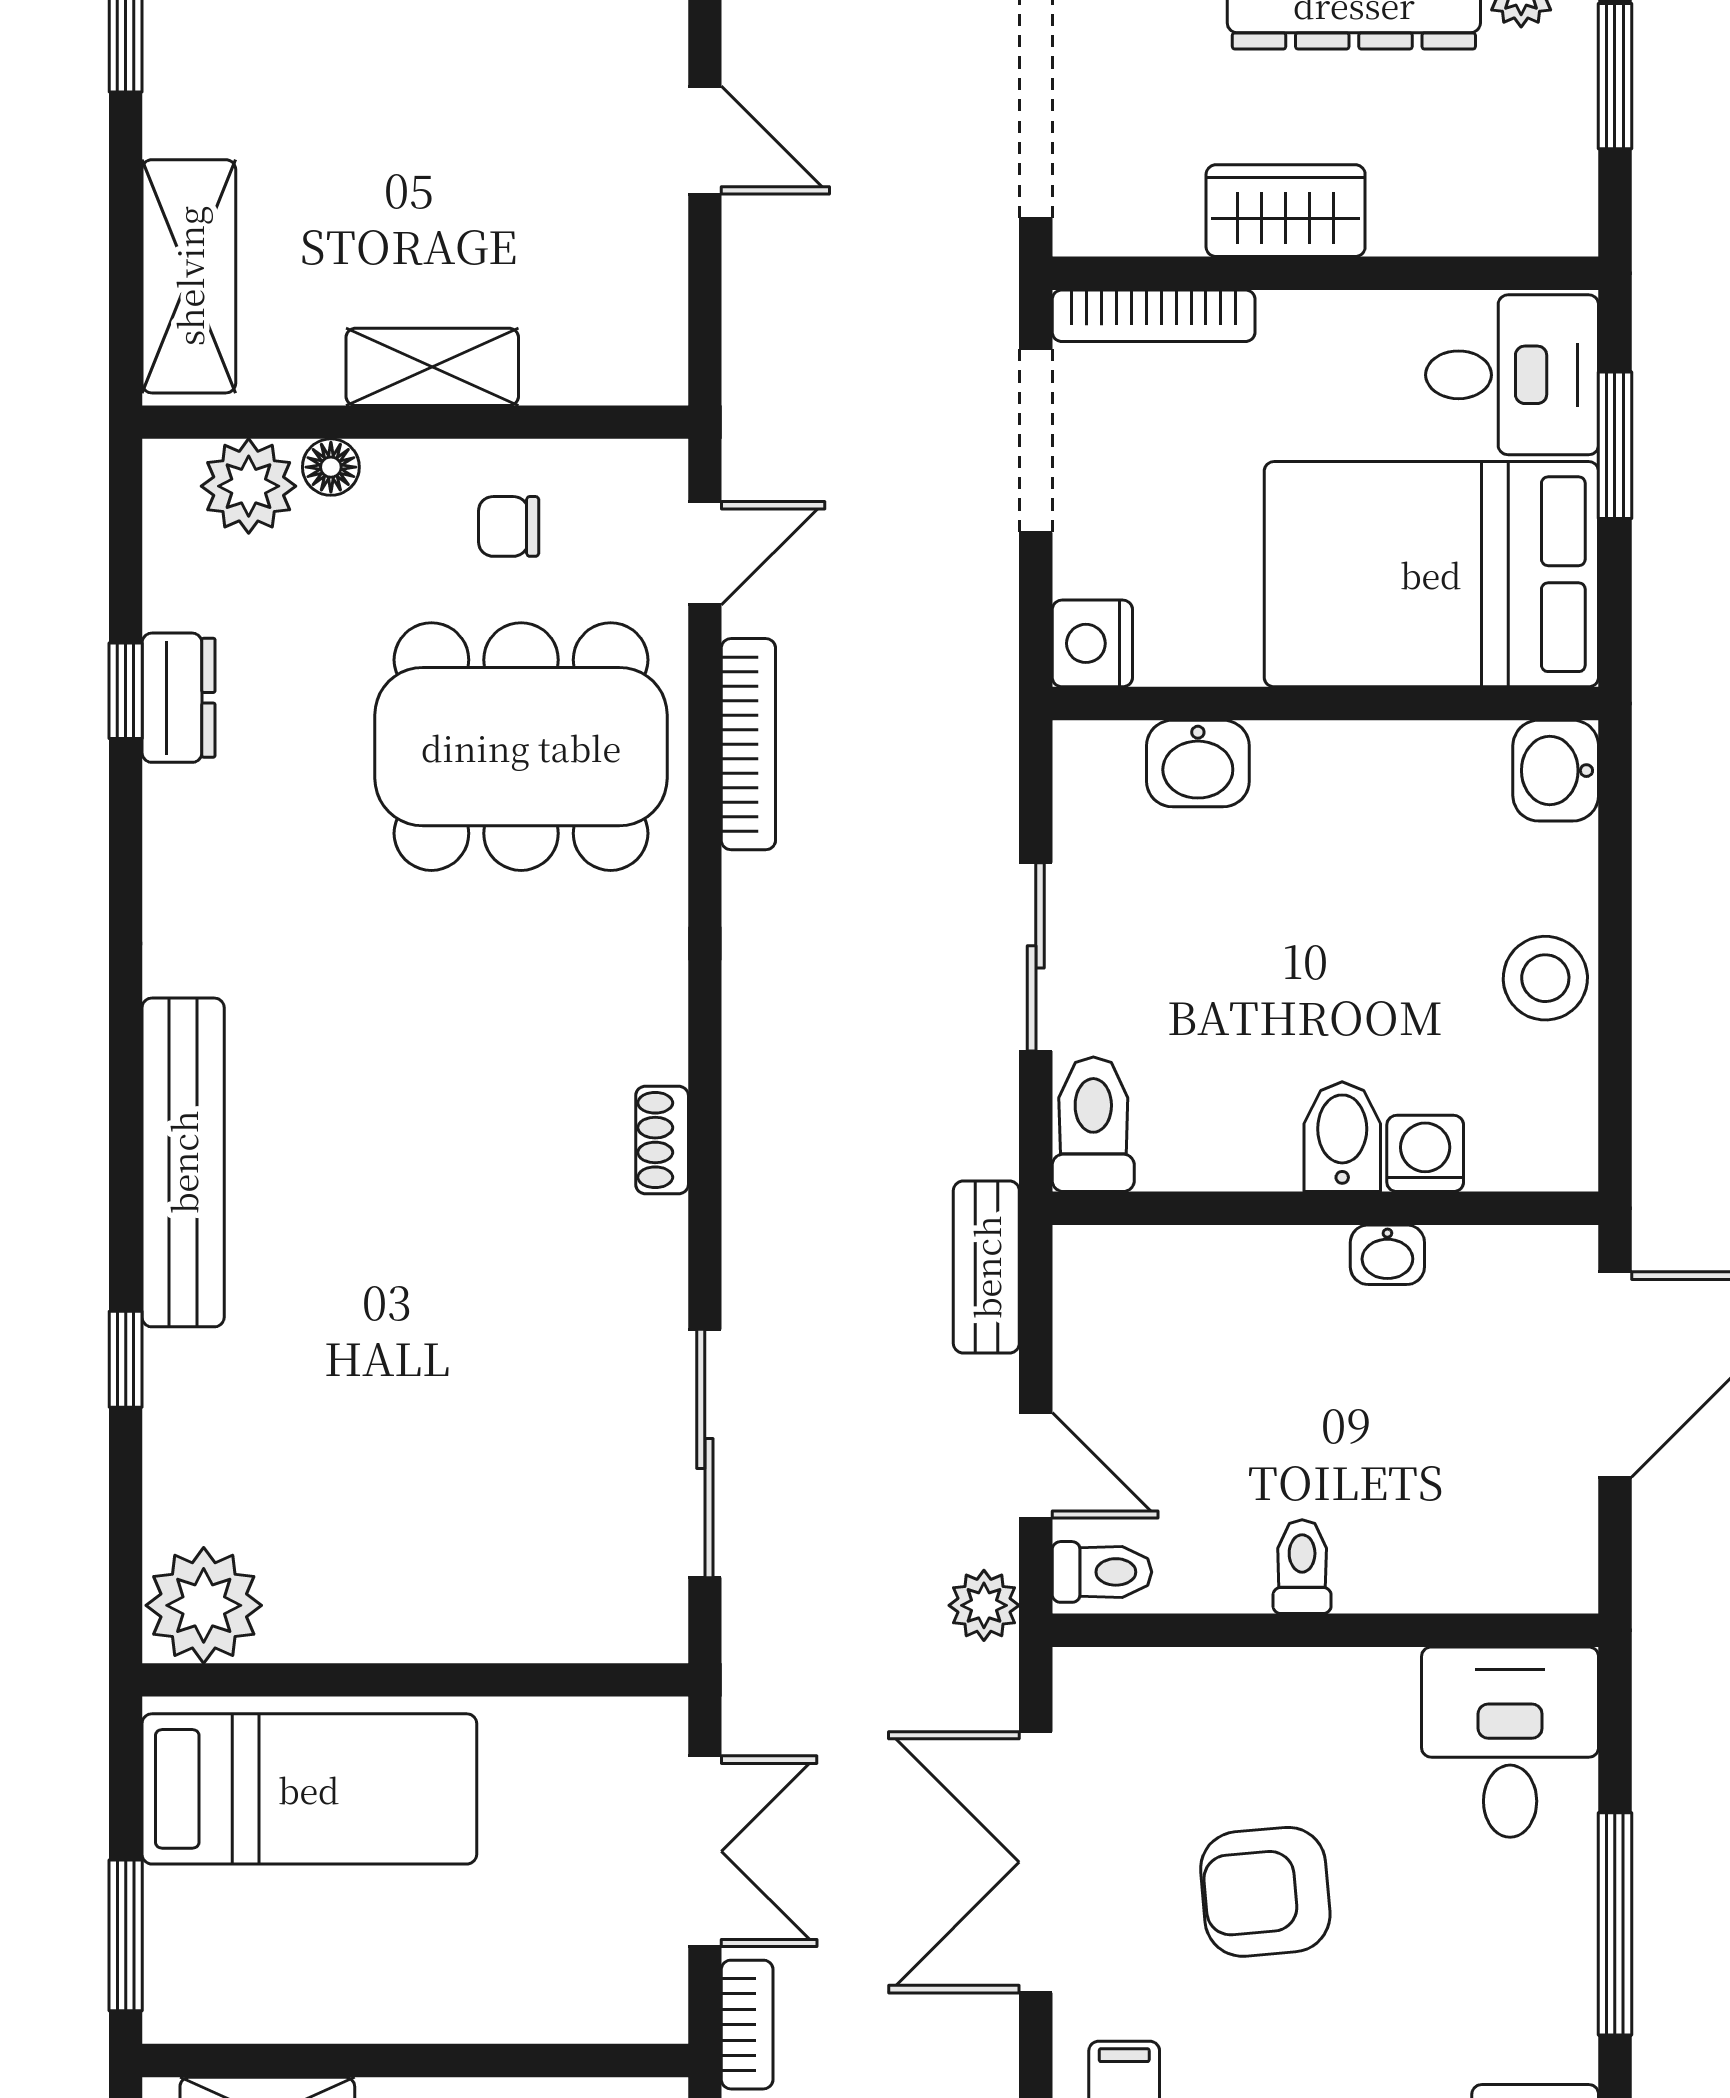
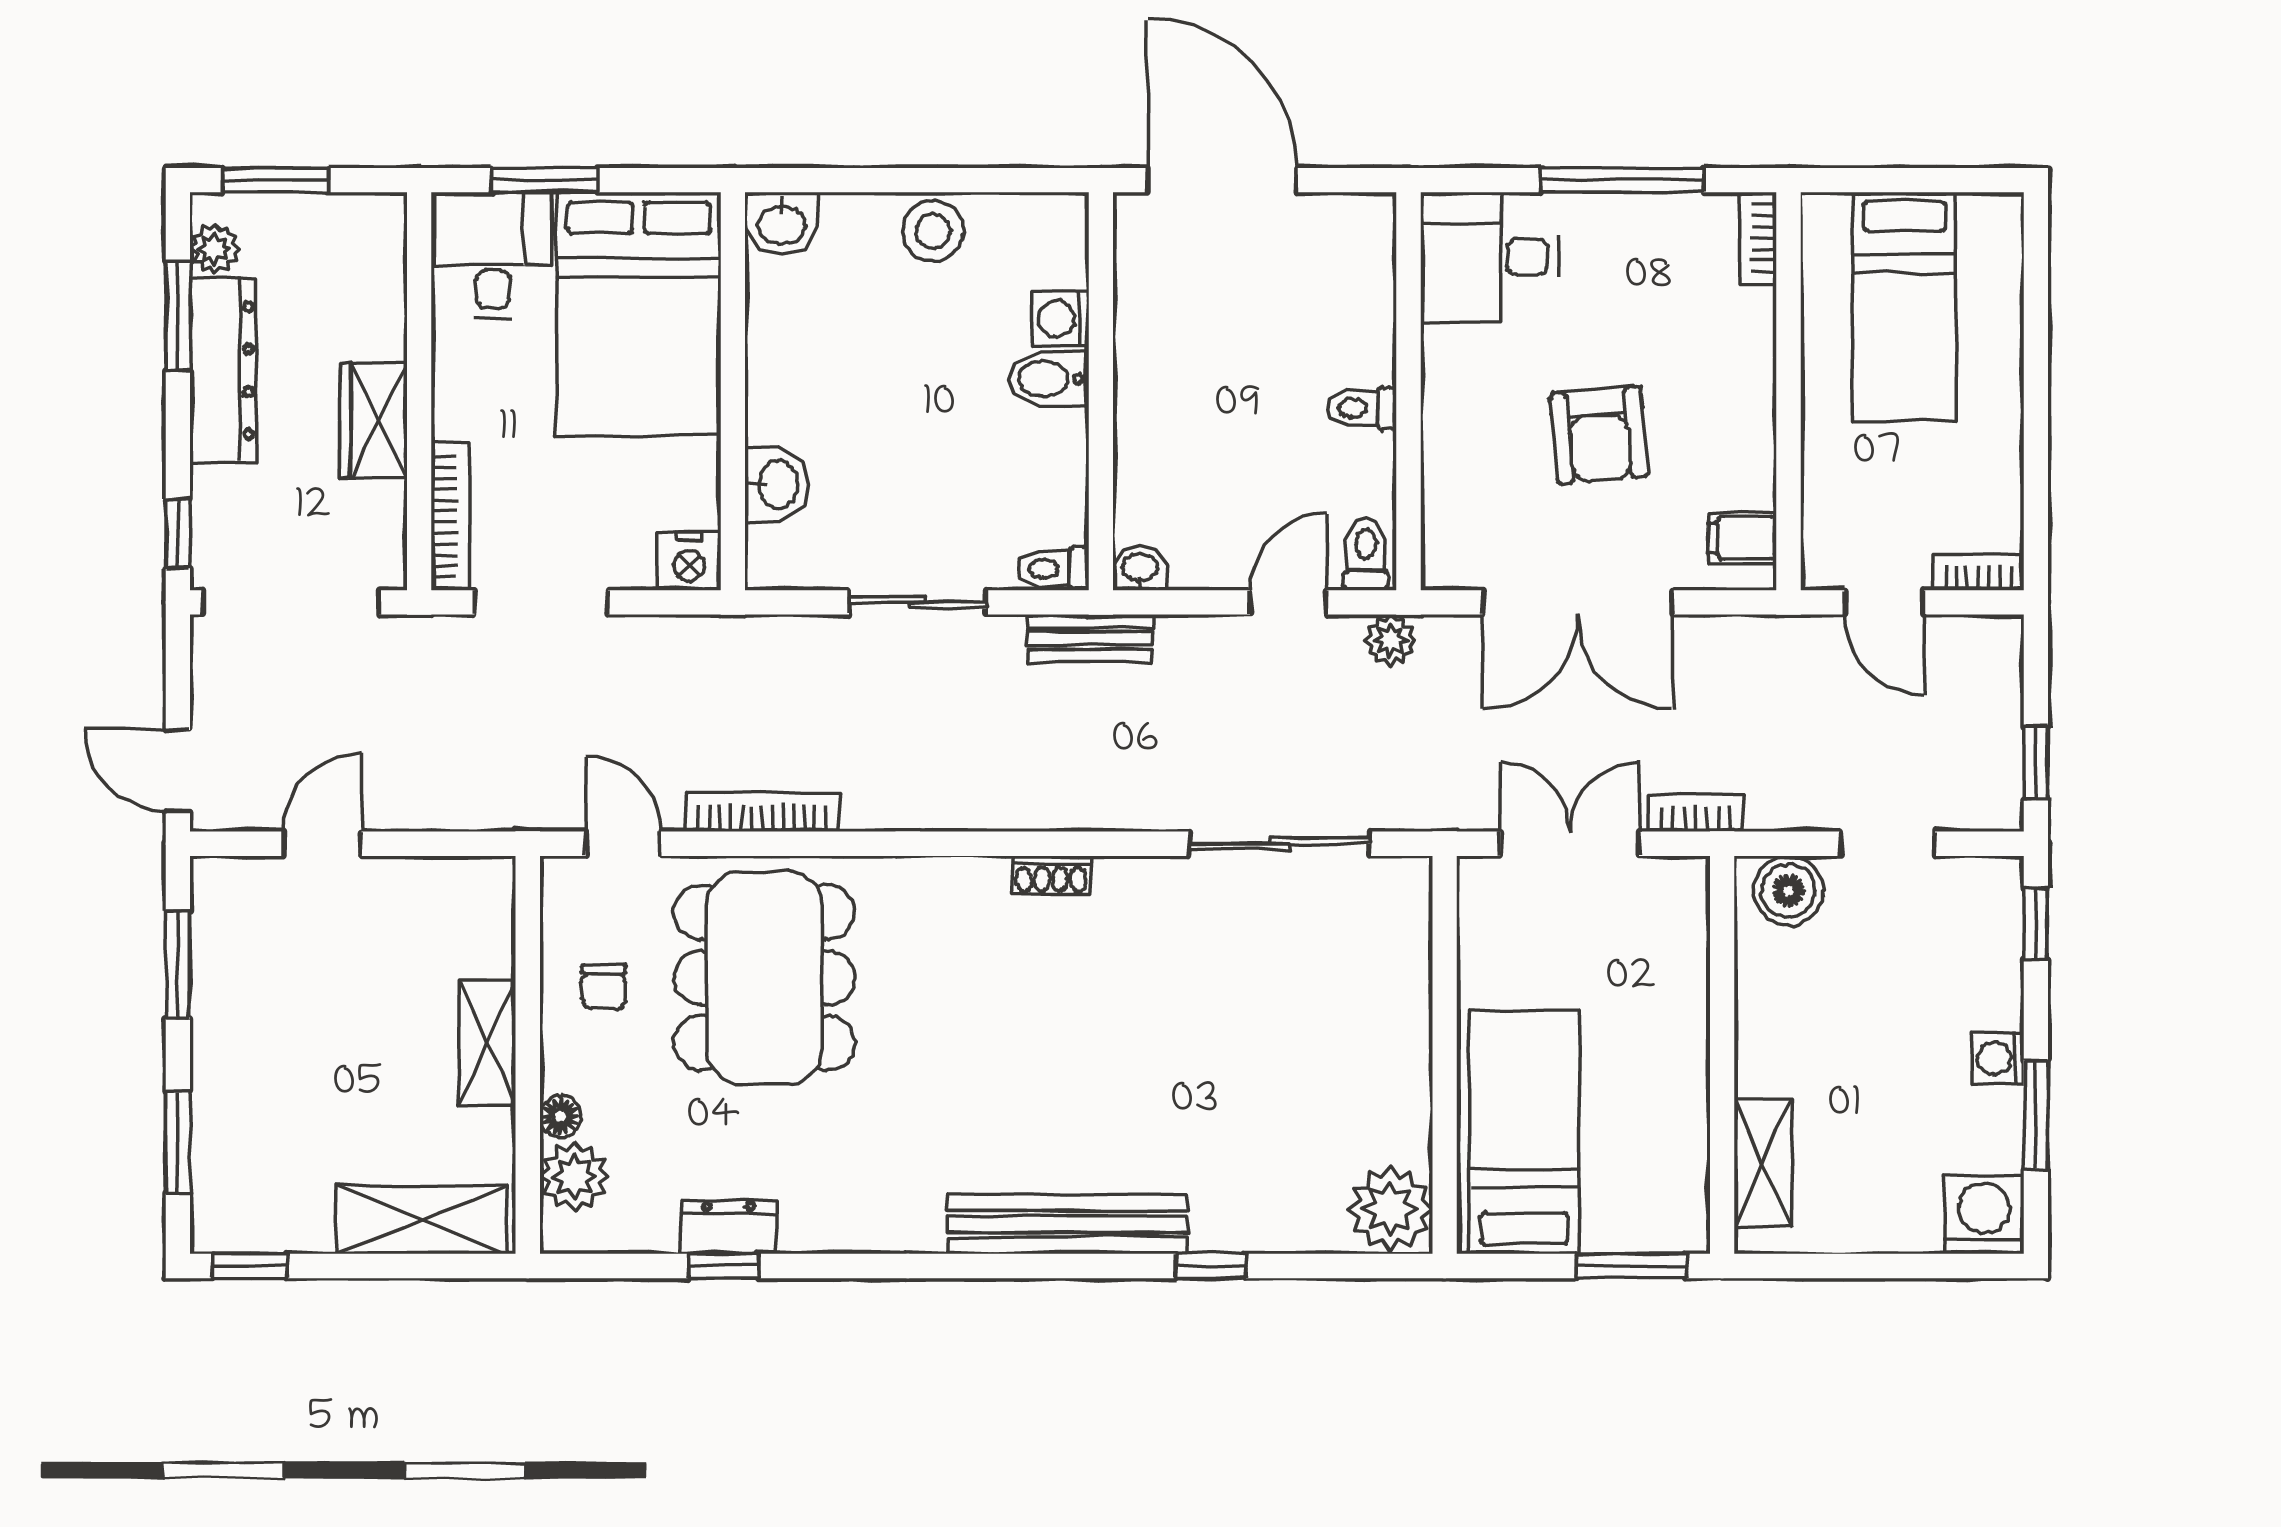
toilet: (1093, 1124) -> (1053, 569), width x0.73, depth x0.72
washbasin: (1387, 1255) -> (1140, 569), moved, turned -90
bench: (986, 1267) -> (1090, 638), moved

